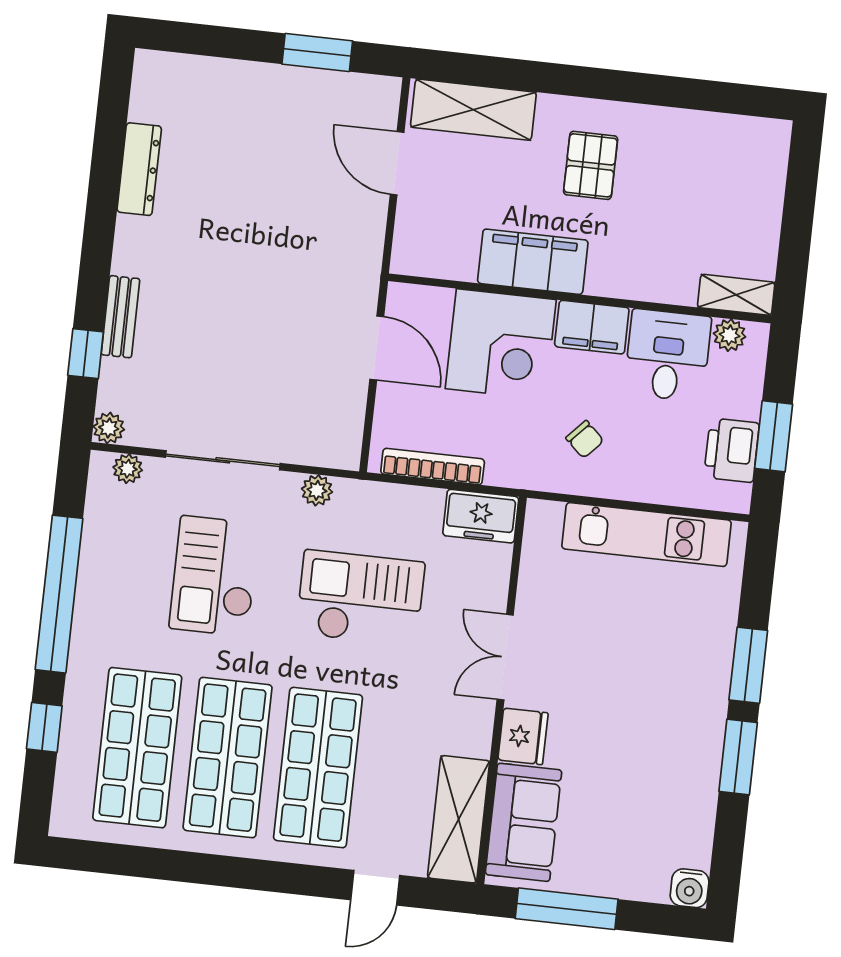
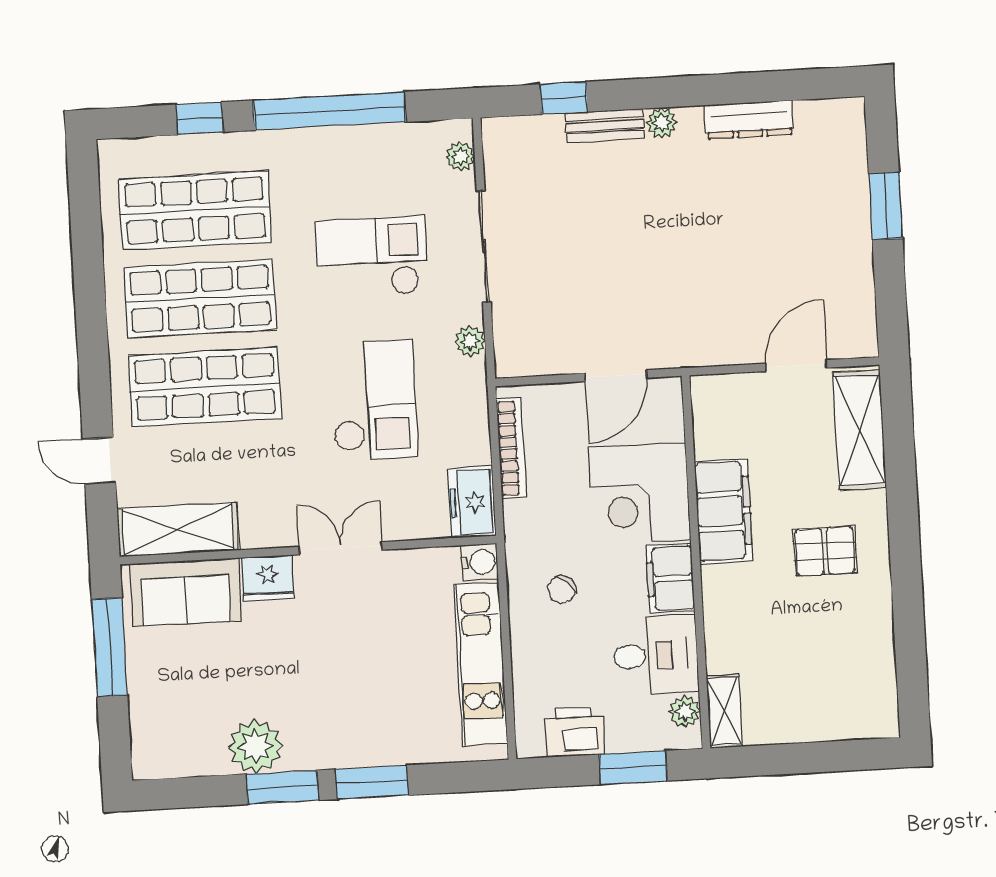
window: (317, 52) -> (886, 206), moved
plant: (109, 428) -> (662, 123), moved
window: (774, 436) -> (633, 768), moved
plant: (692, 777) -> (255, 746), added
water cooler: (690, 888) -> (480, 562), moved, turned 180

